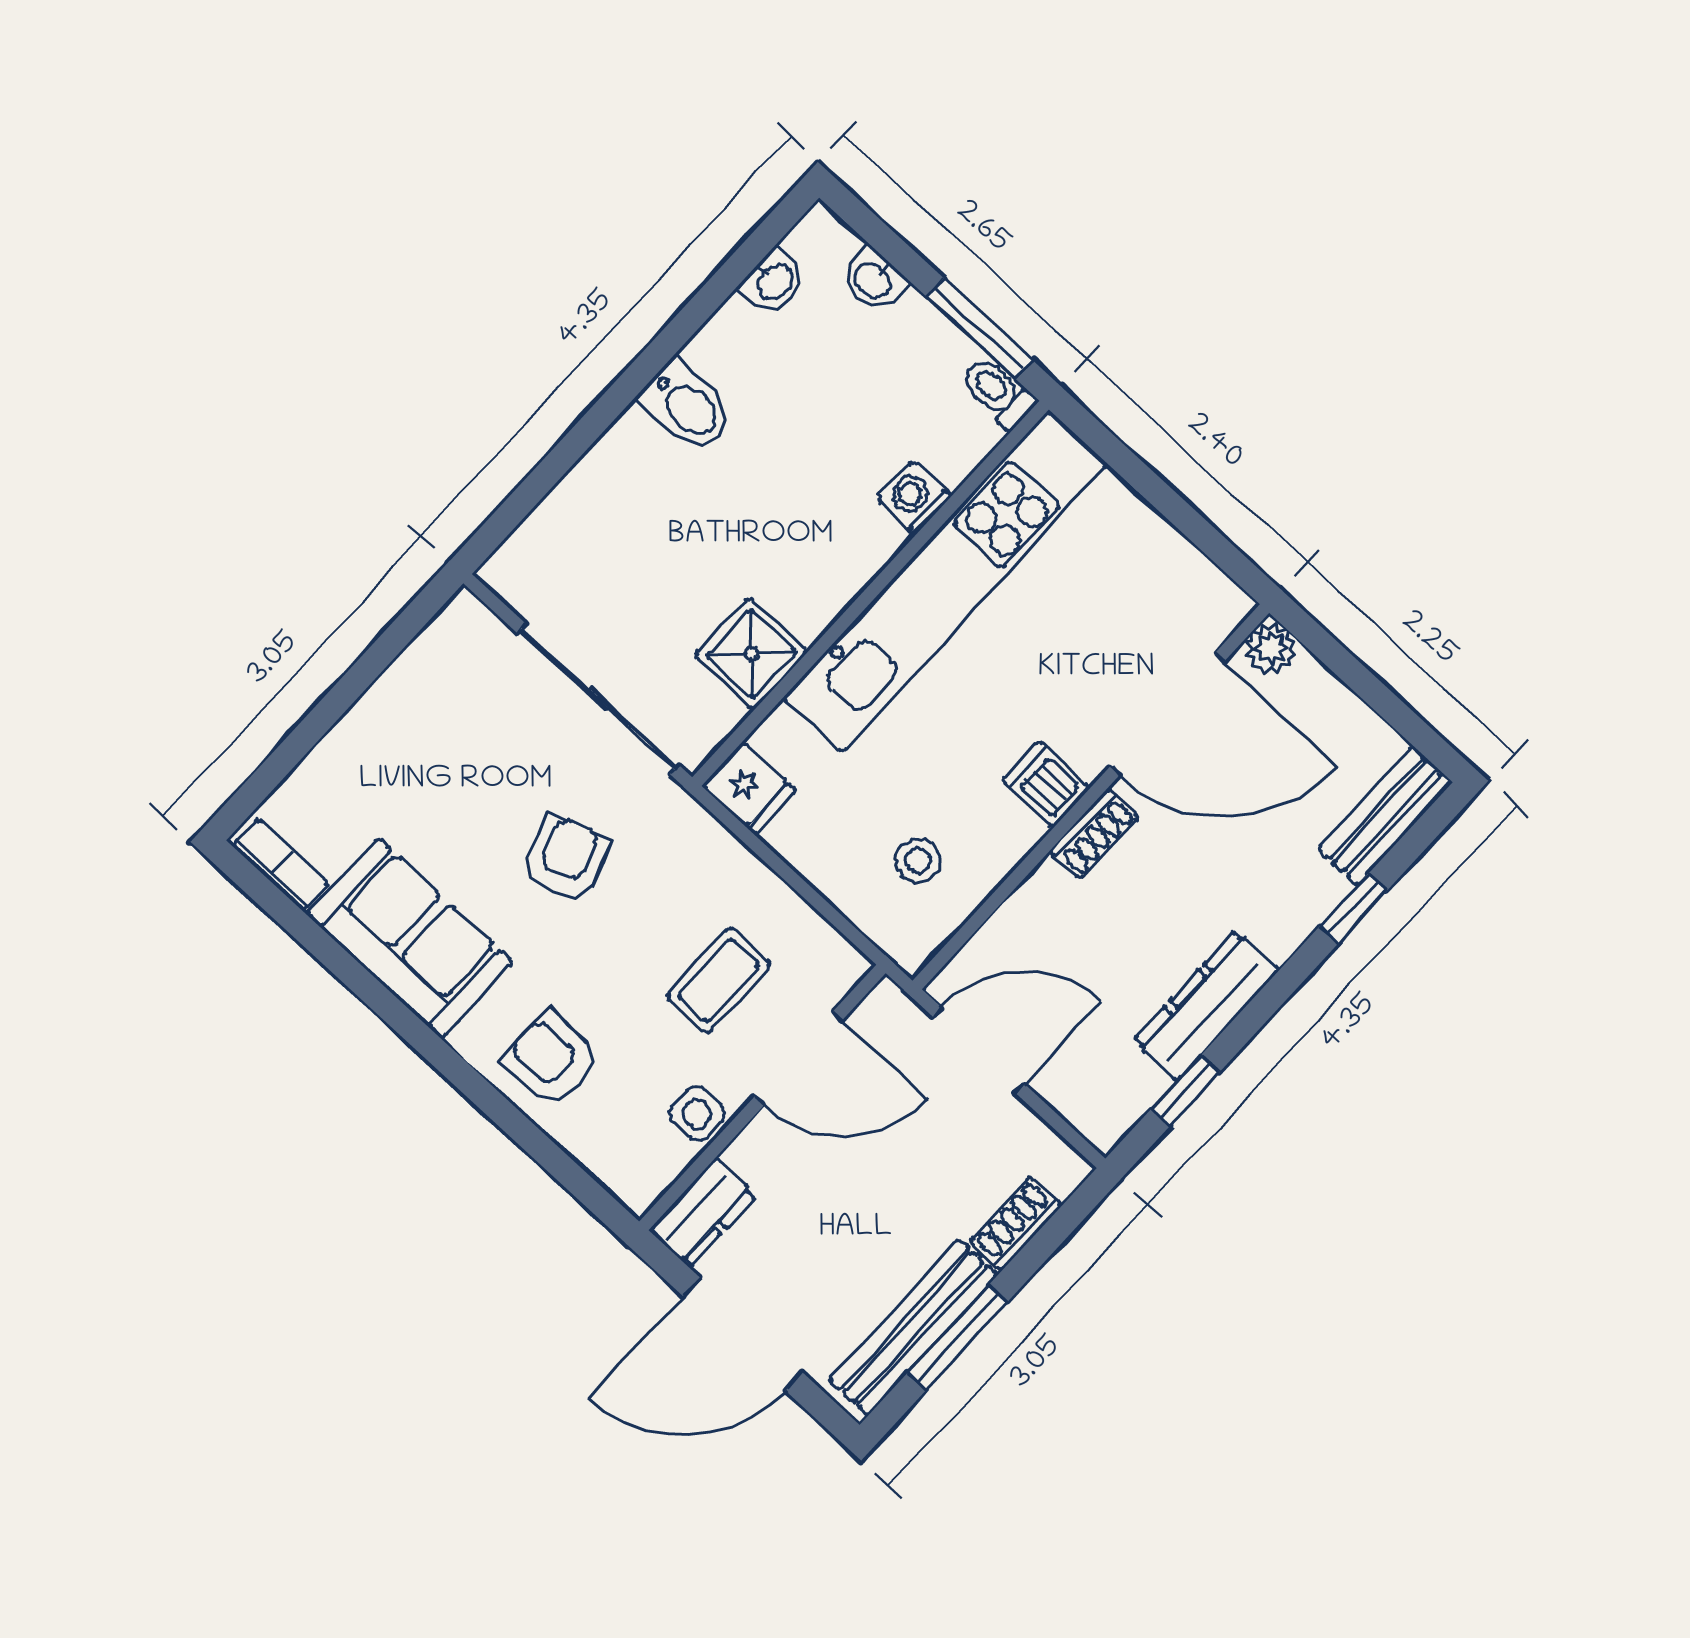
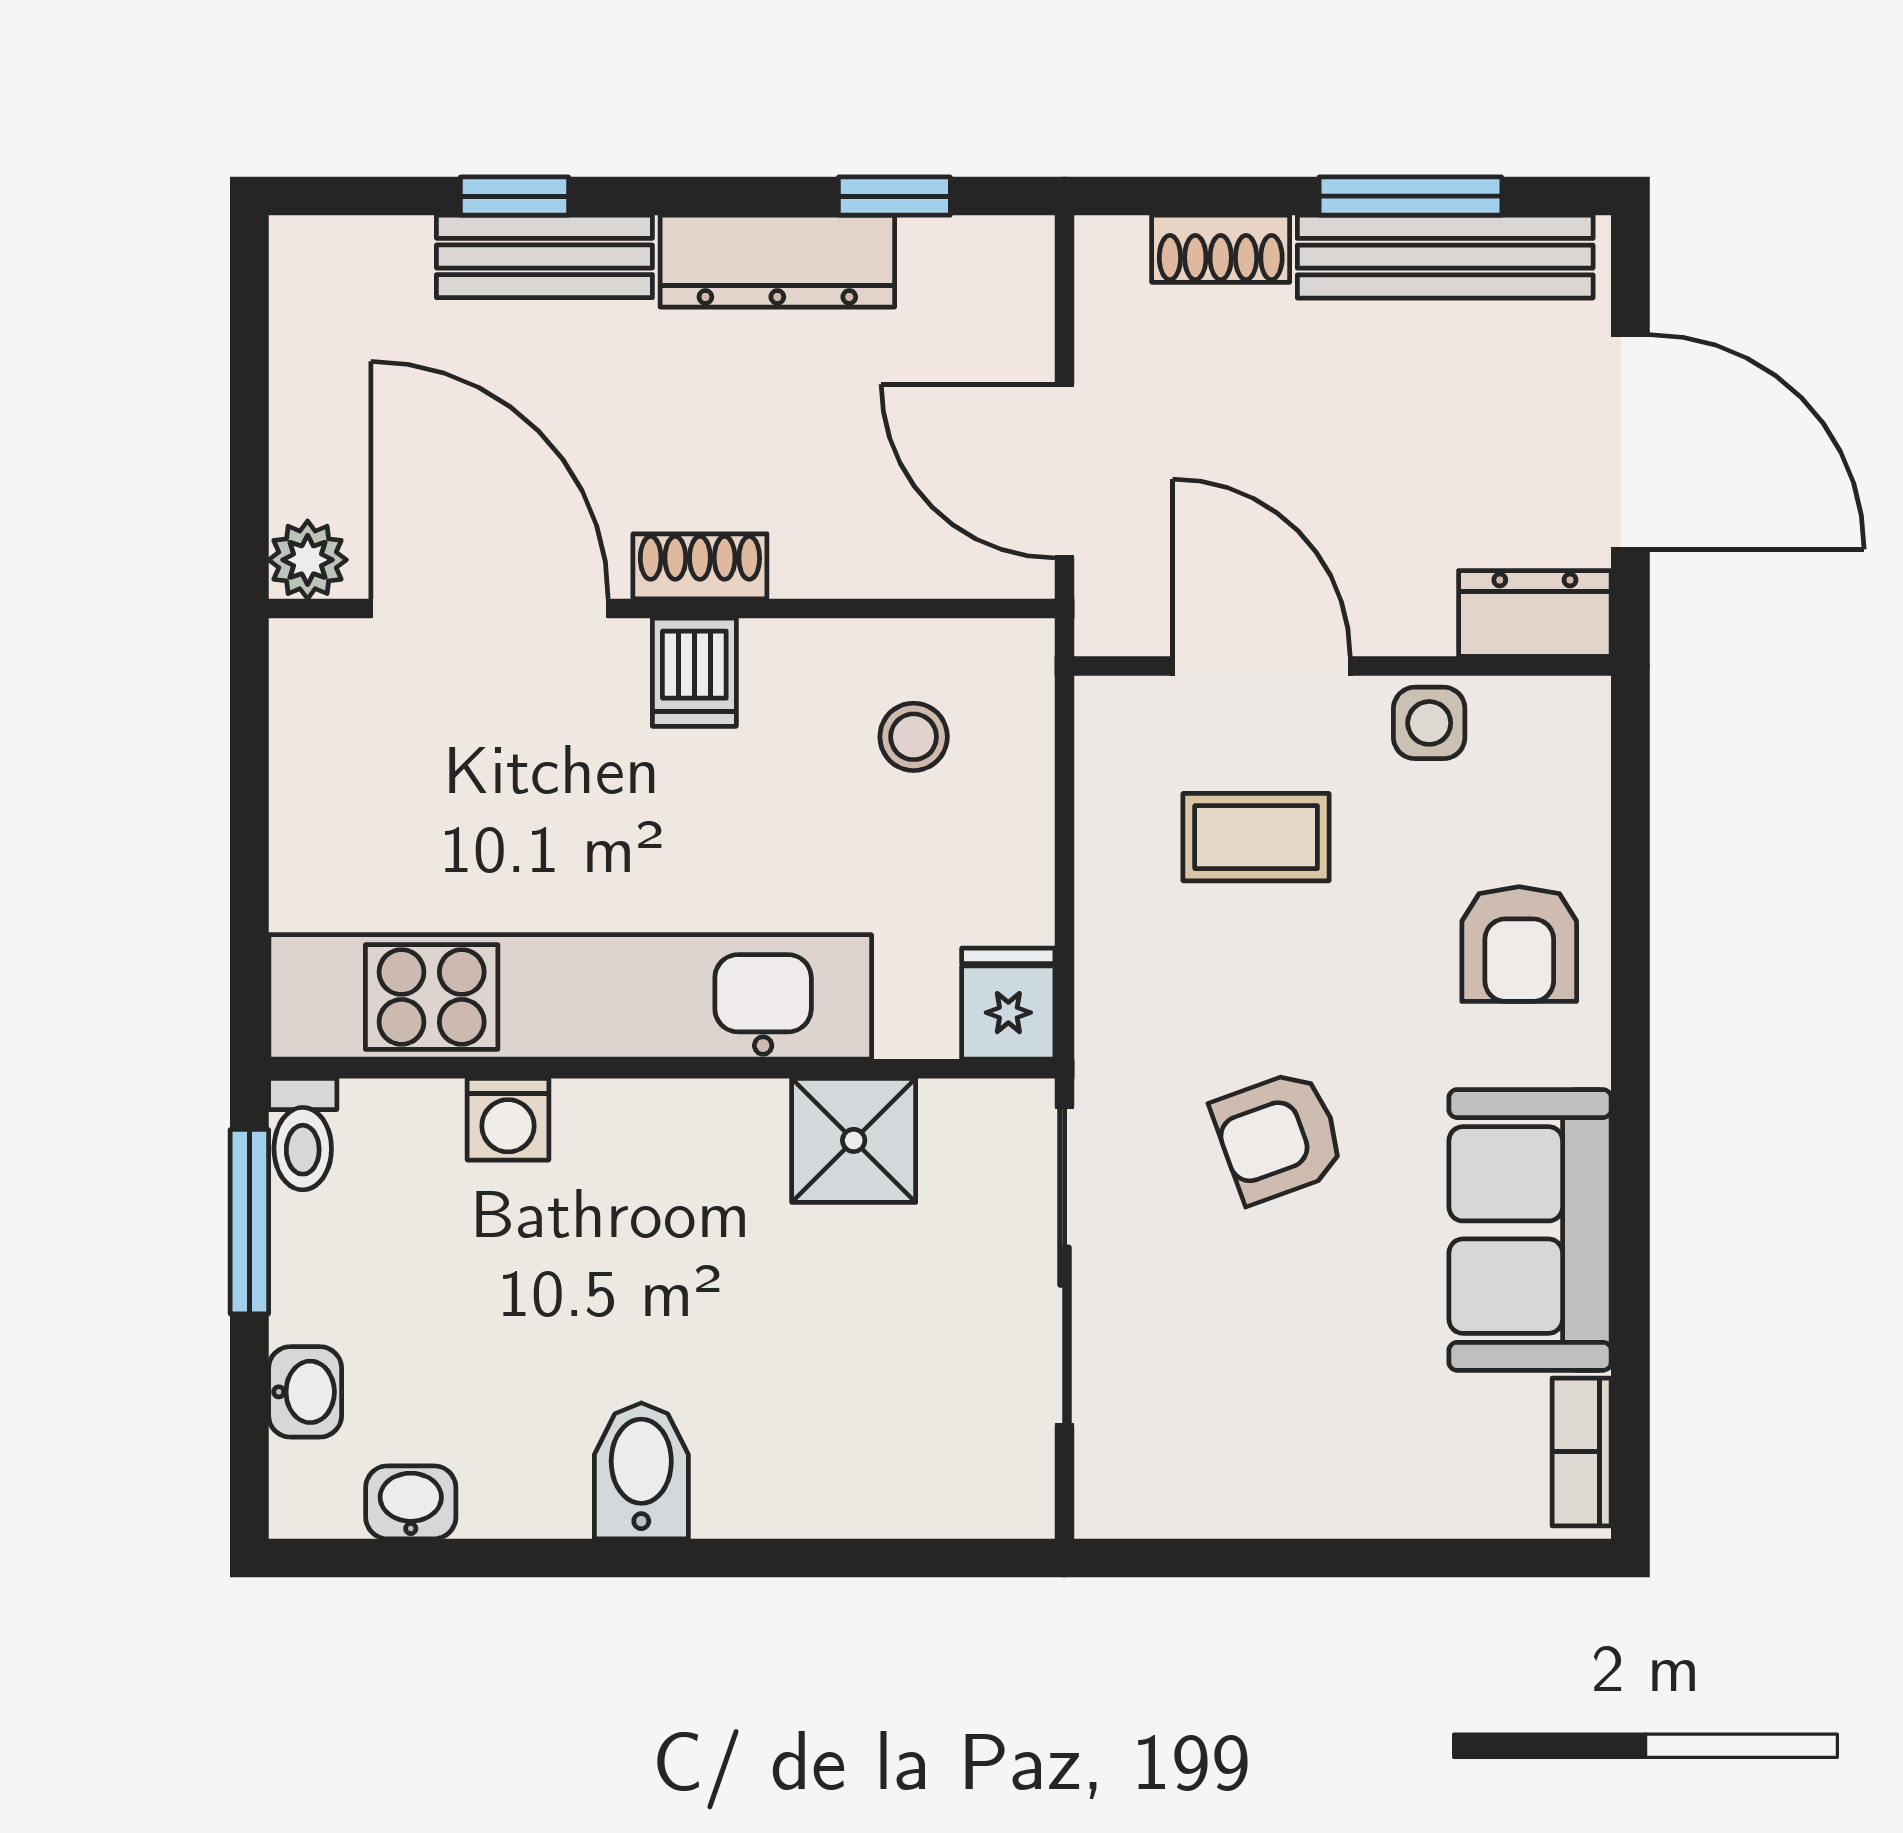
bench: (1385, 816) -> (544, 256), moved

